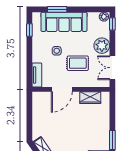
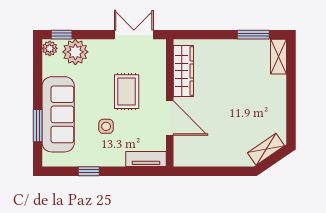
window: (29, 30) -> (89, 171), moved
plant: (102, 46) -> (75, 52), moved
double door: (112, 68) -> (134, 35), swing flipped
wardrobe: (90, 98) -> (183, 71), width x1.50

